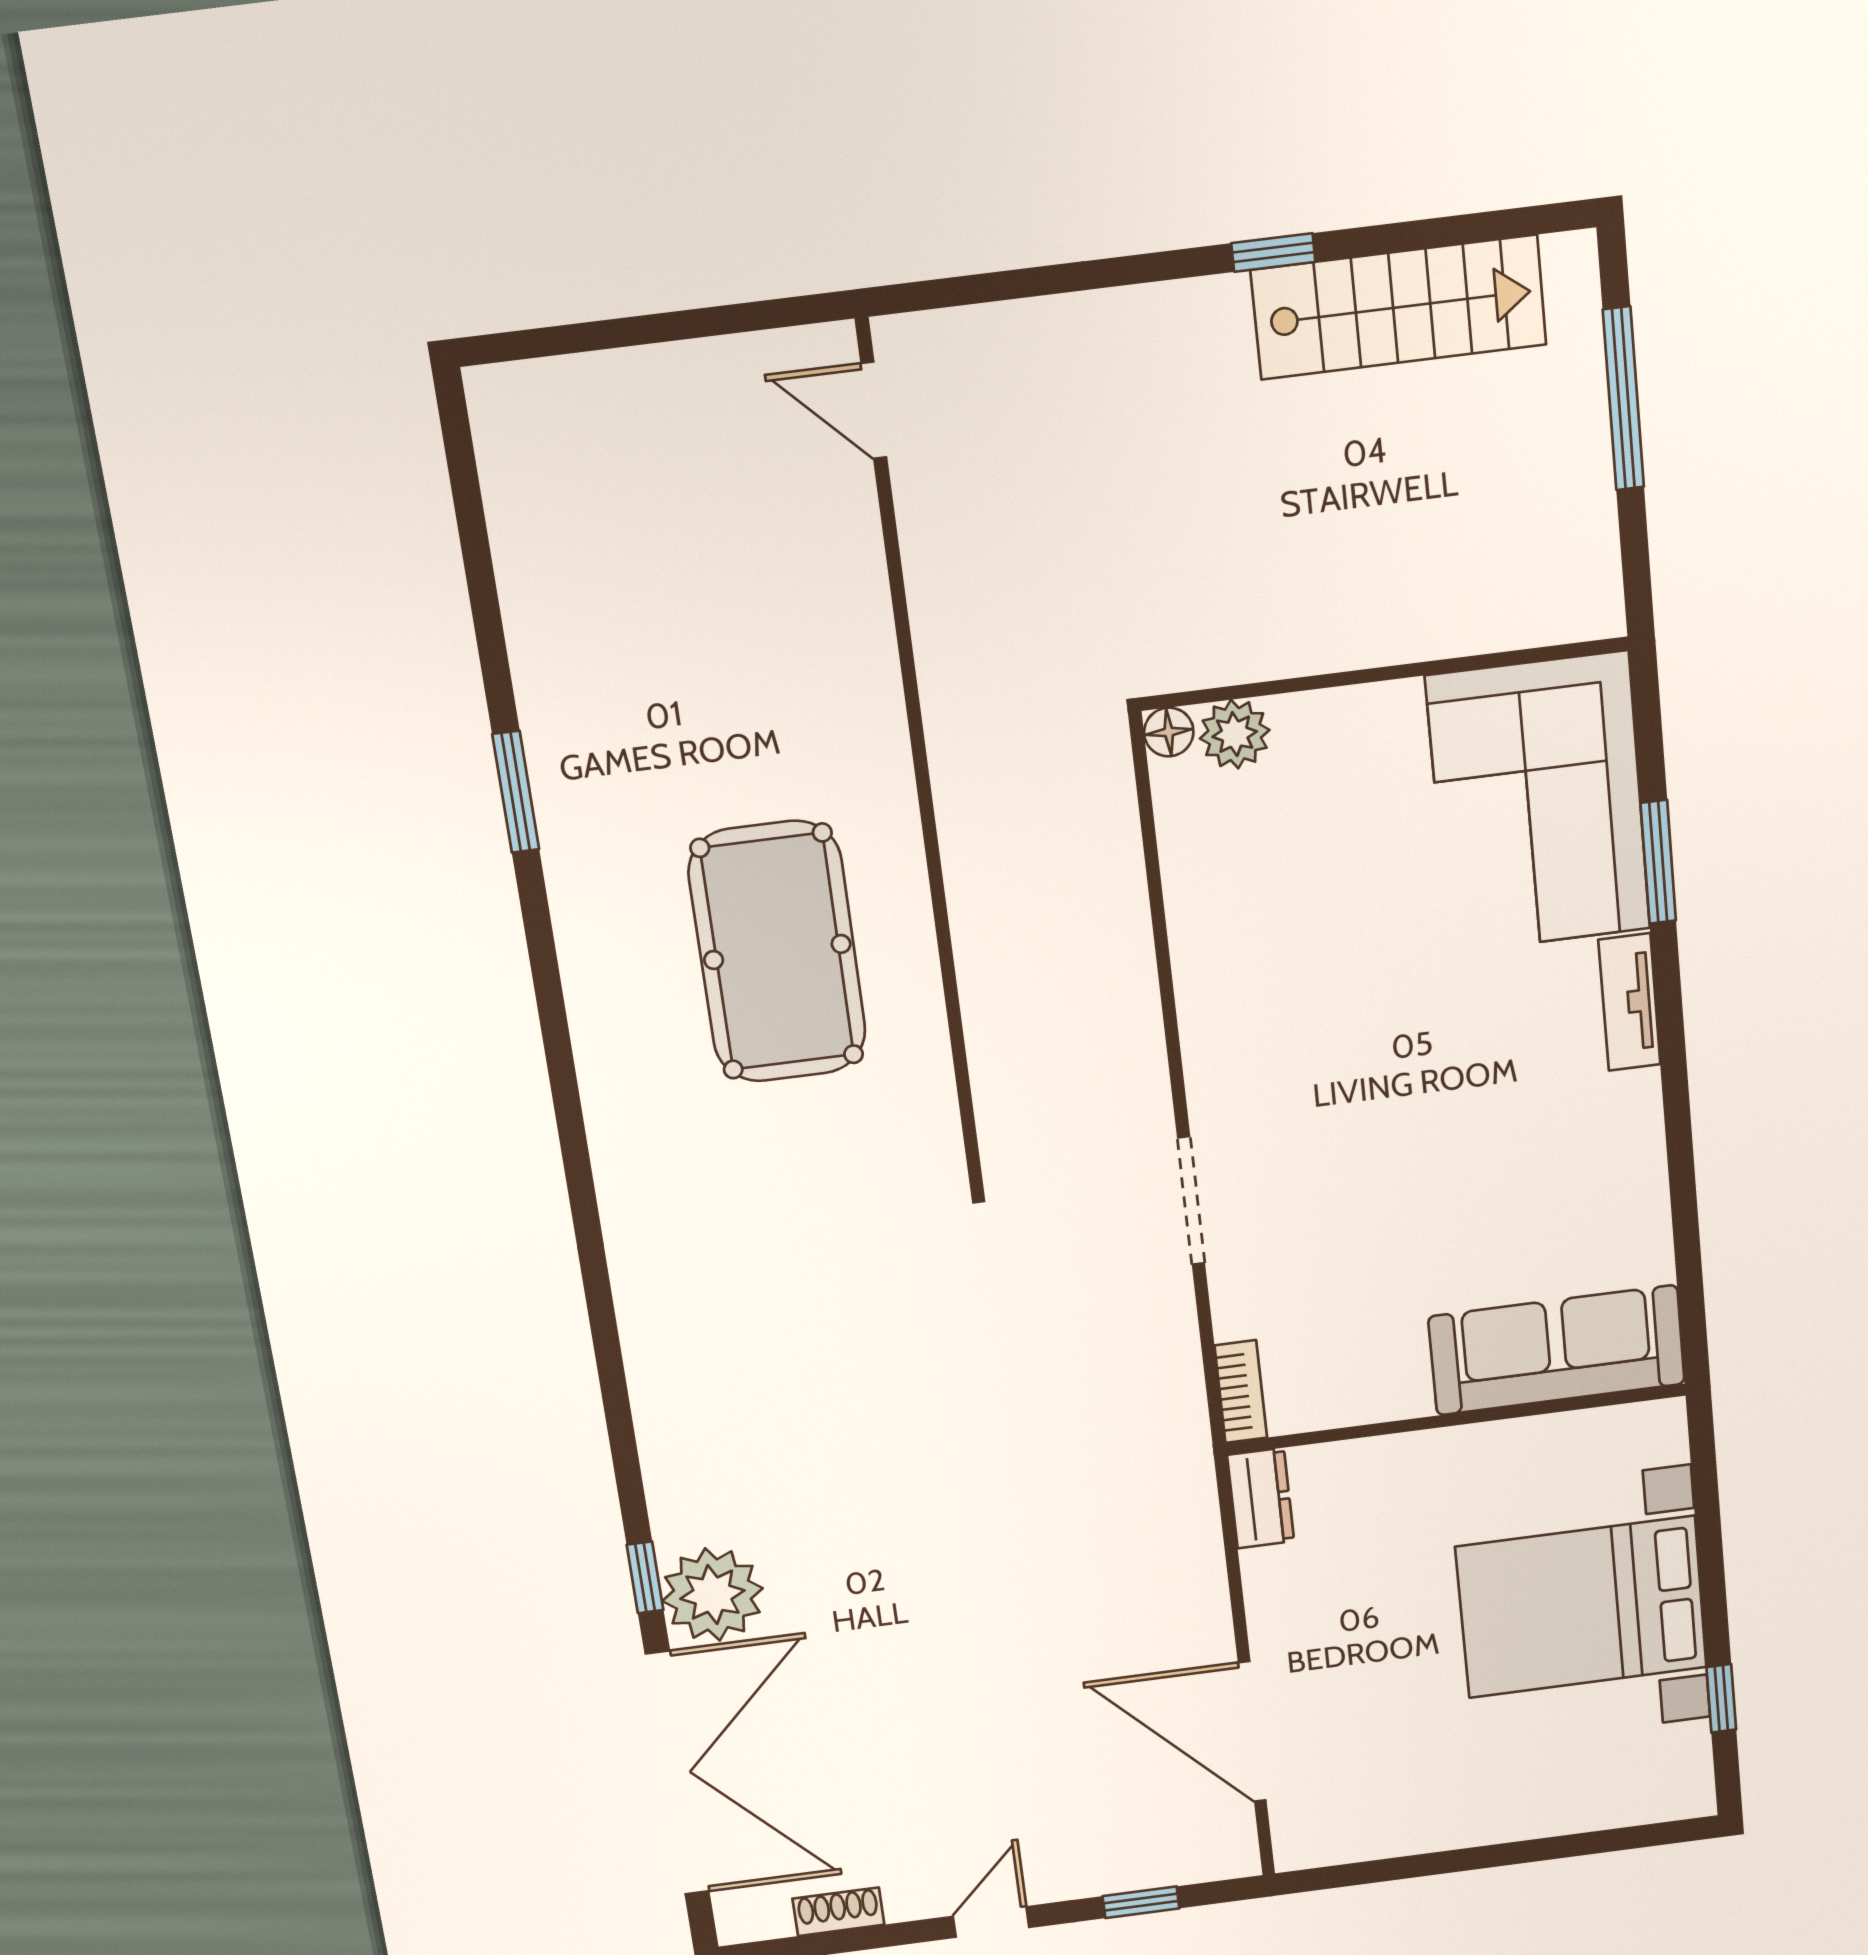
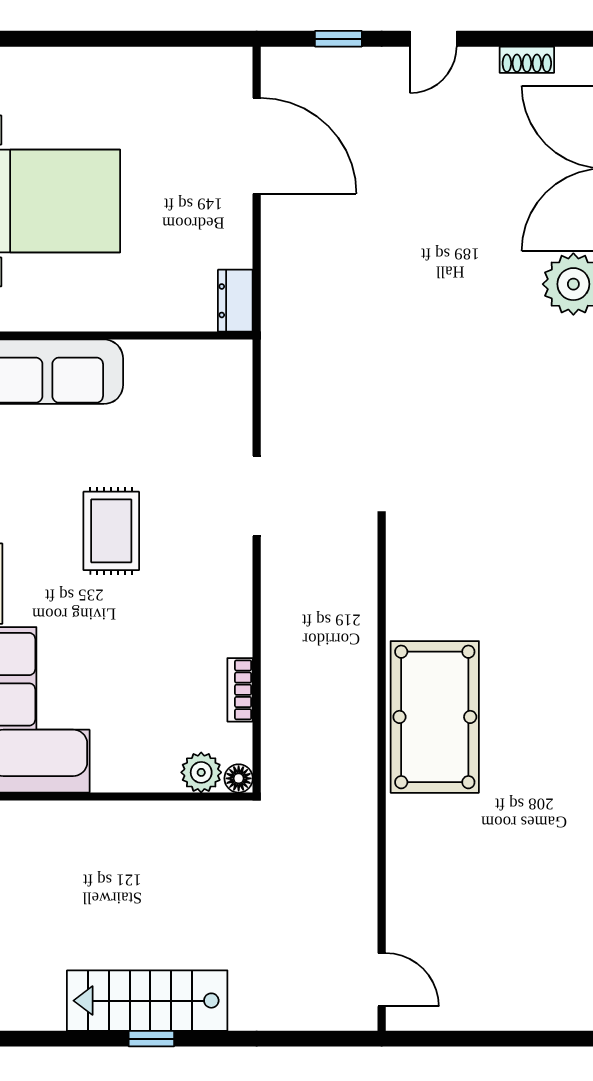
stairs: (1399, 307) -> (147, 1001), moved
pool table: (777, 952) -> (435, 717), moved
rug: (1428, 1114) -> (111, 531), added
bookcase: (1241, 1392) -> (240, 690), moved

